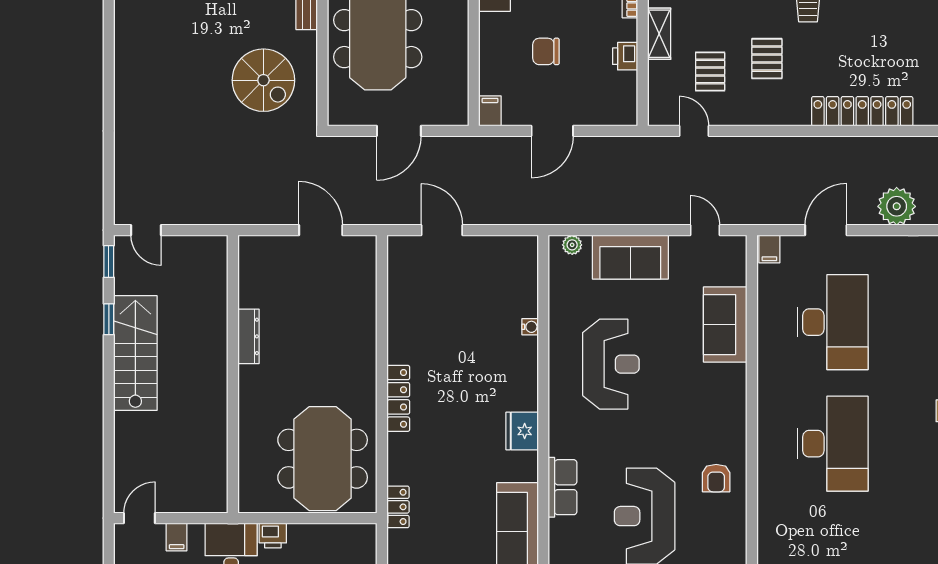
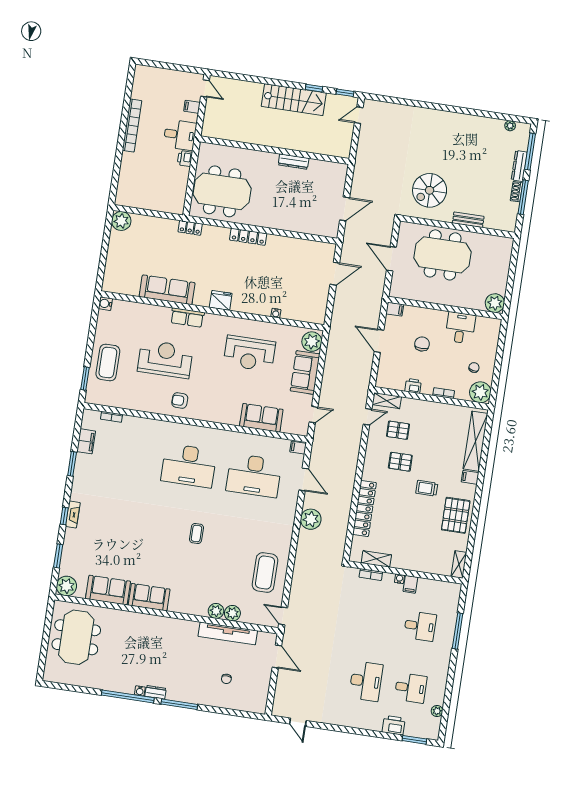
shelving: (659, 34) -> (387, 401), moved
plant: (572, 245) -> (312, 342), width x1.87, depth x1.87

